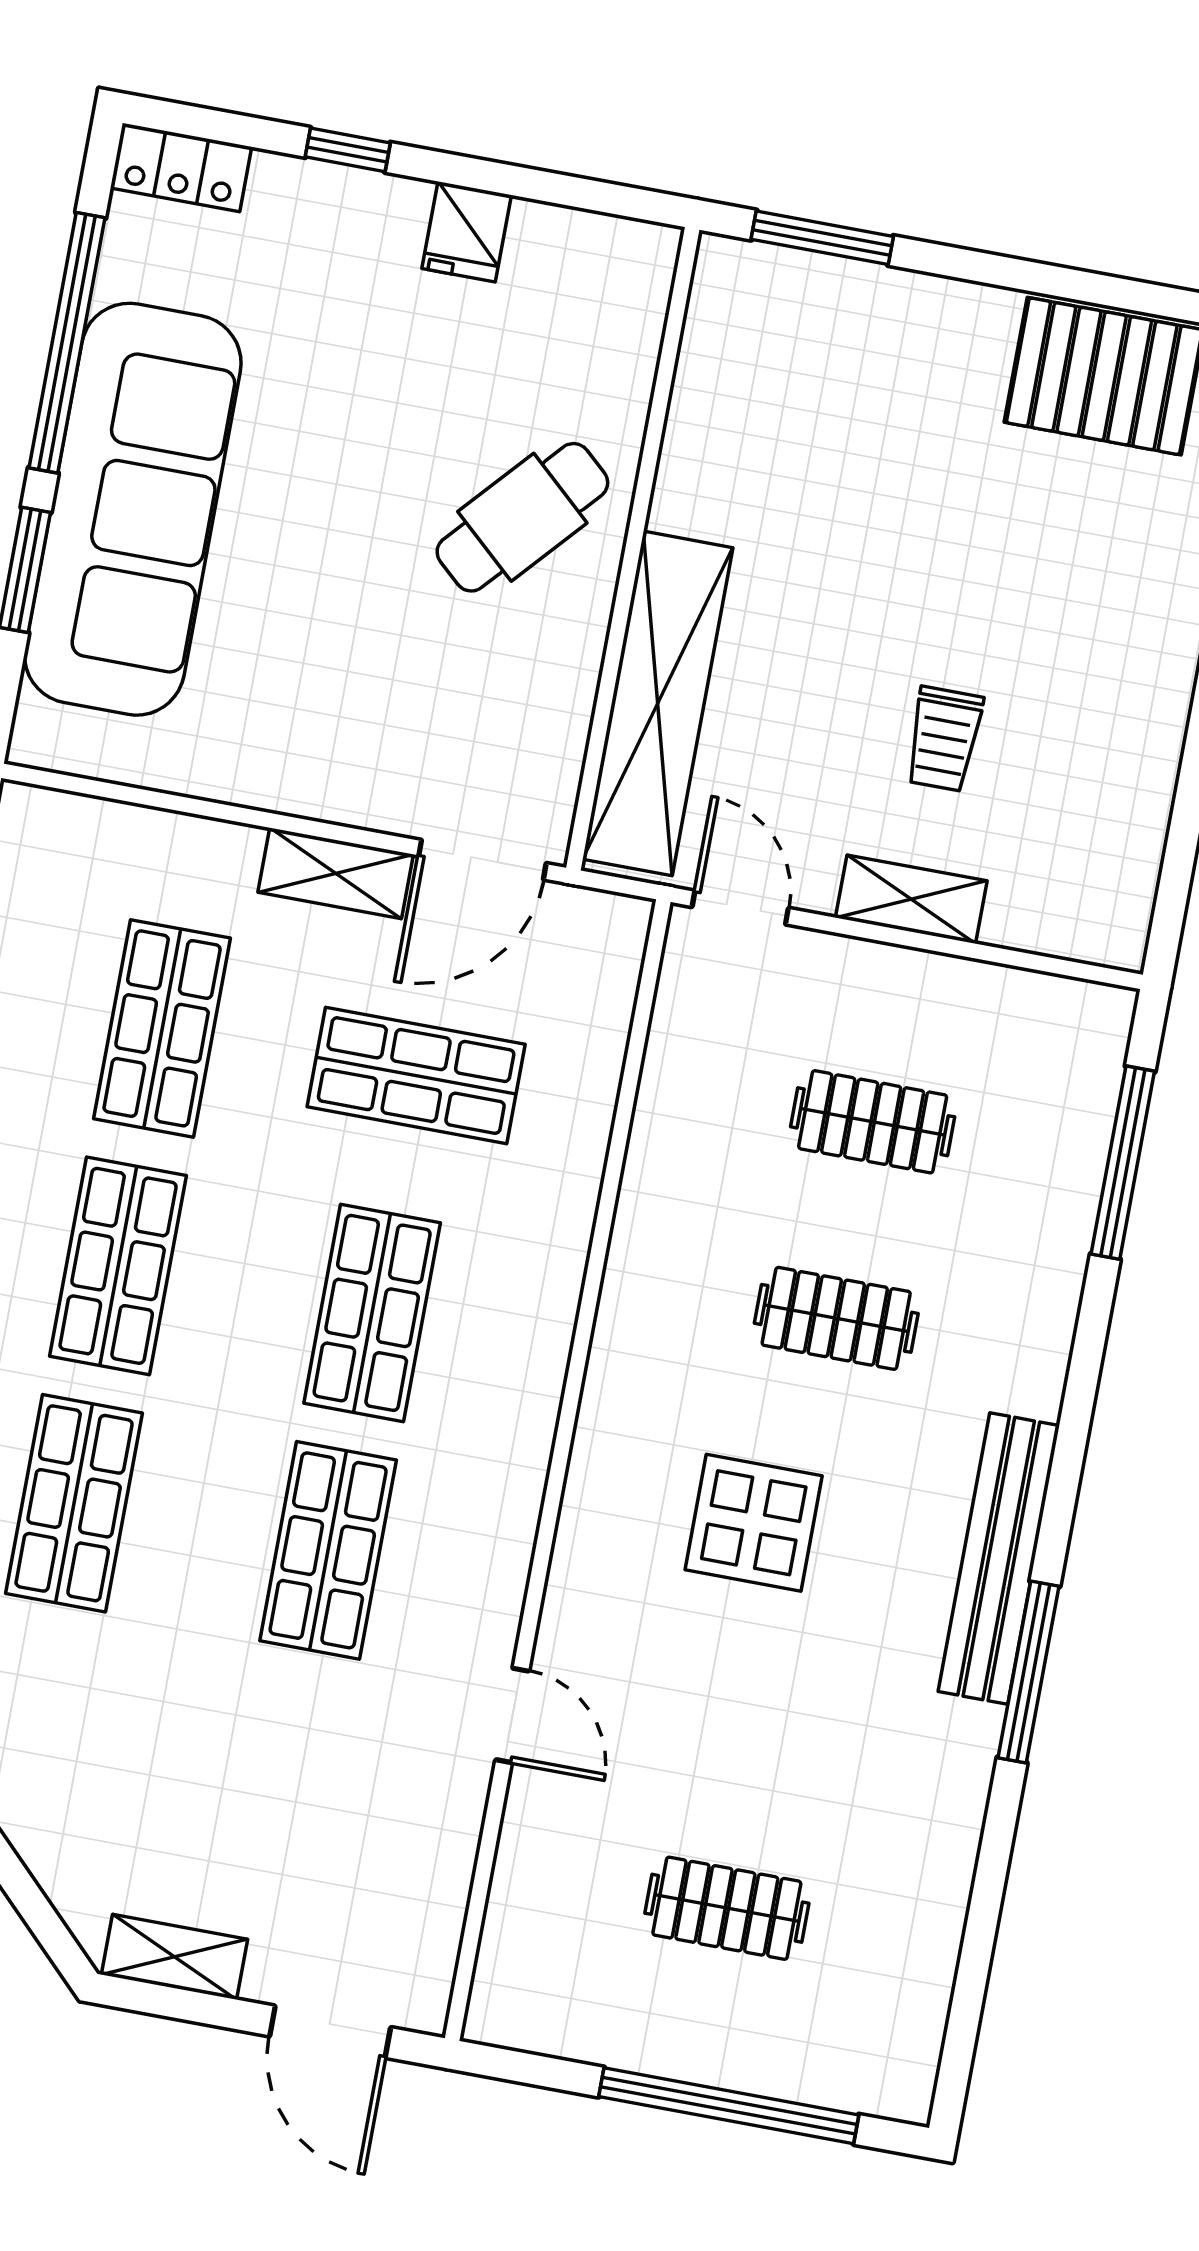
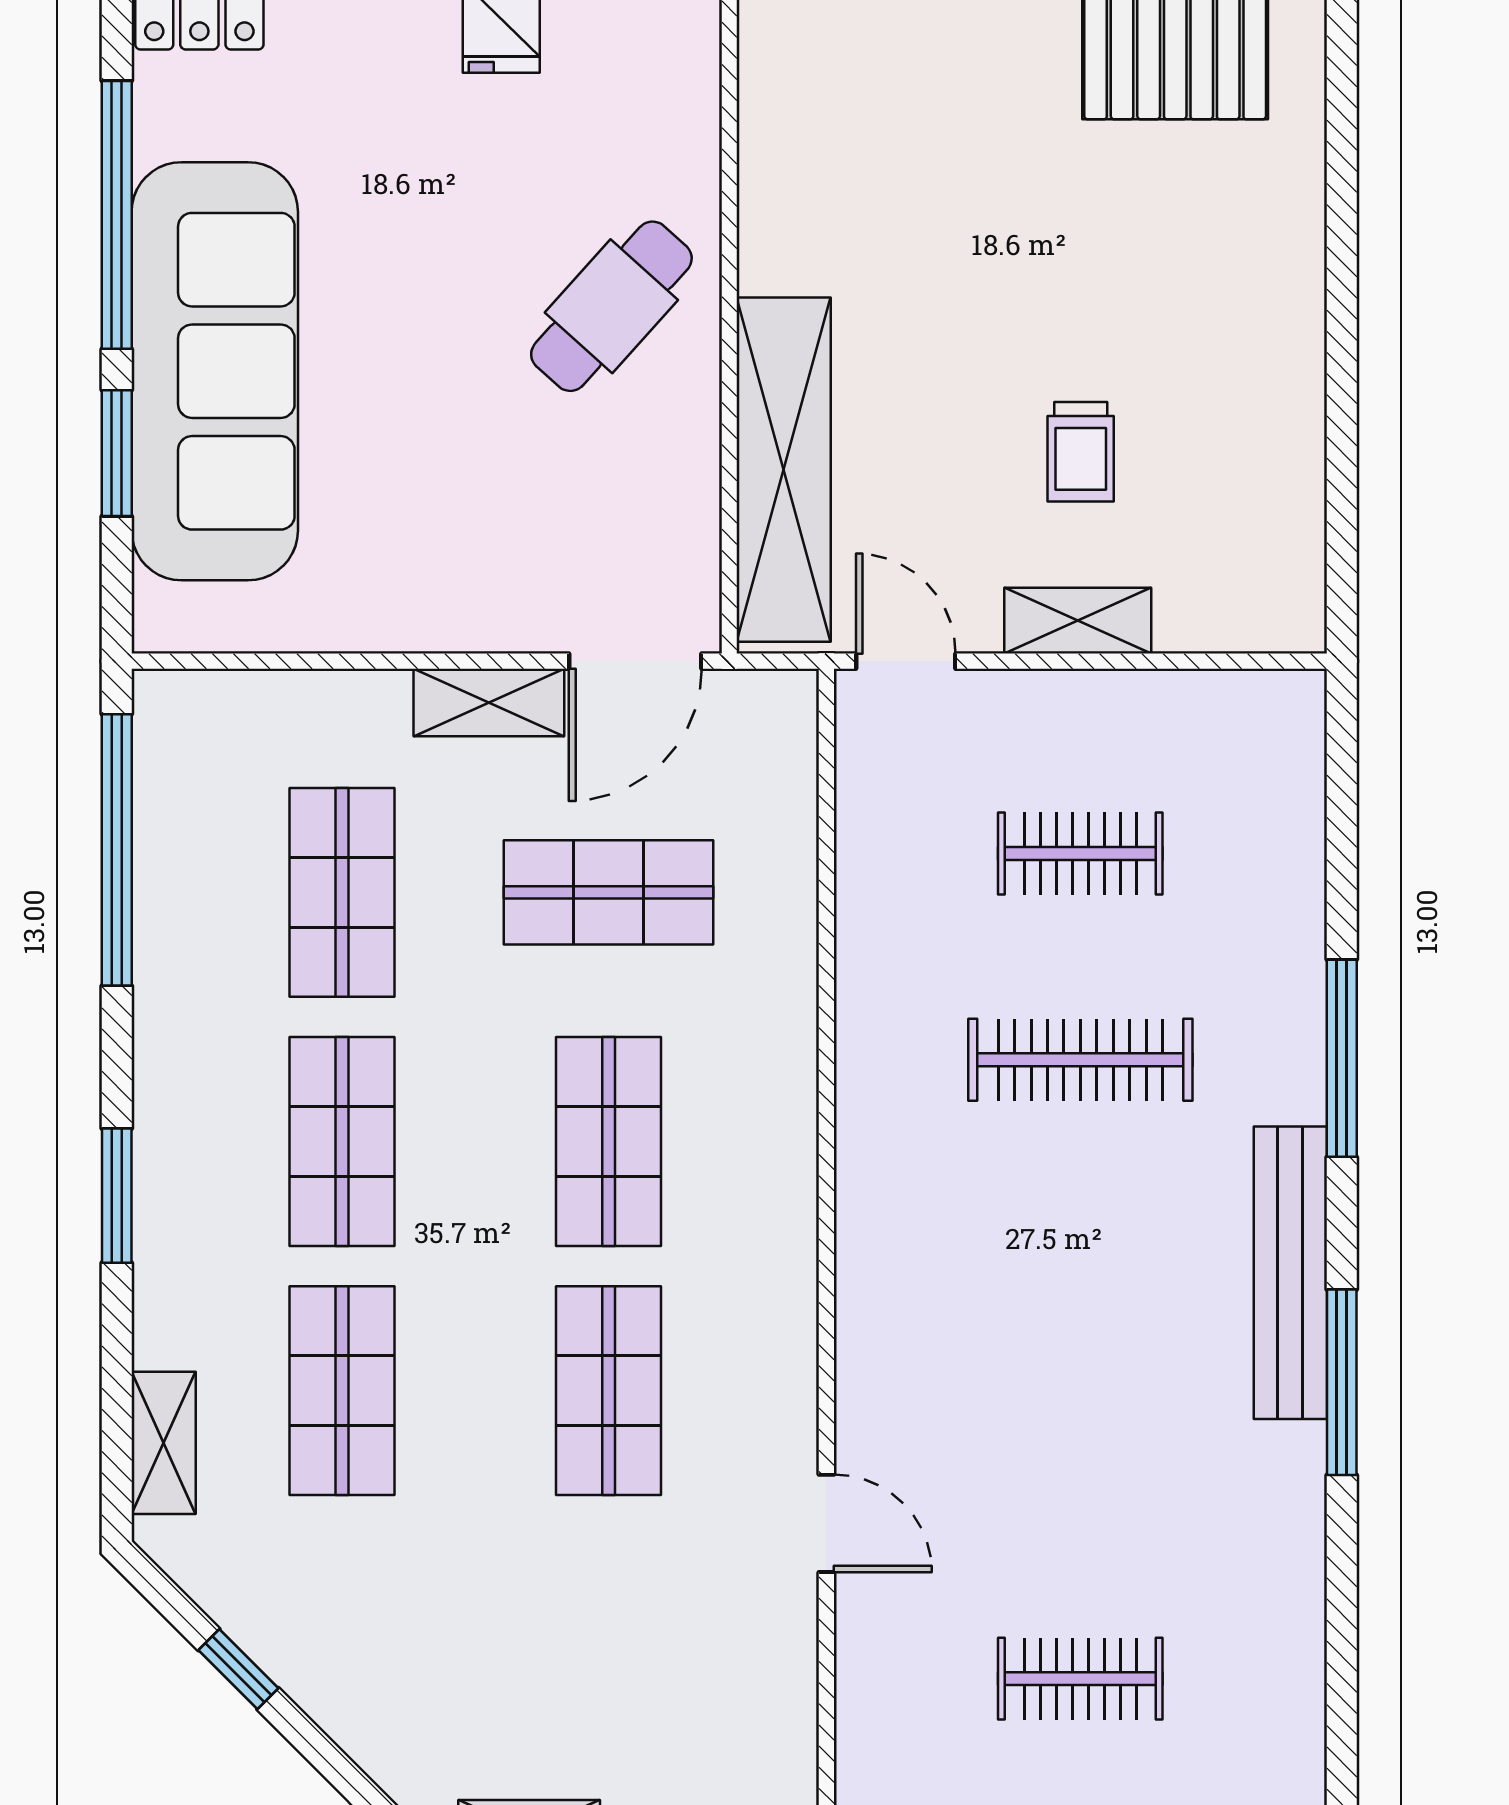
window: (1123, 1163) -> (1342, 1058), moved
clothes rail: (836, 1318) -> (1080, 1060), width x1.36
display table: (754, 1523) -> (1035, 1283), removed

